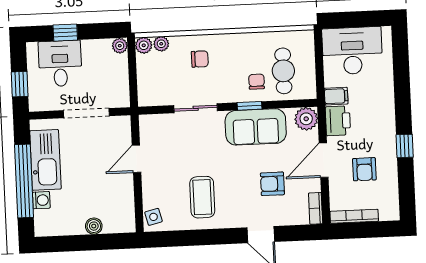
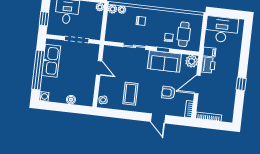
door: (136, 159) -> (99, 68), swing flipped
armchair: (364, 169) -> (218, 93), removed
washing machine: (41, 200) -> (44, 96), moved

